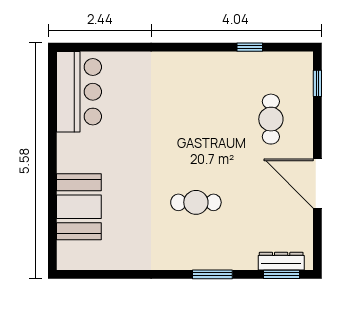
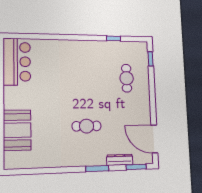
door: (317, 183) -> (154, 139), moved
dresser: (281, 261) -> (120, 160), moved

